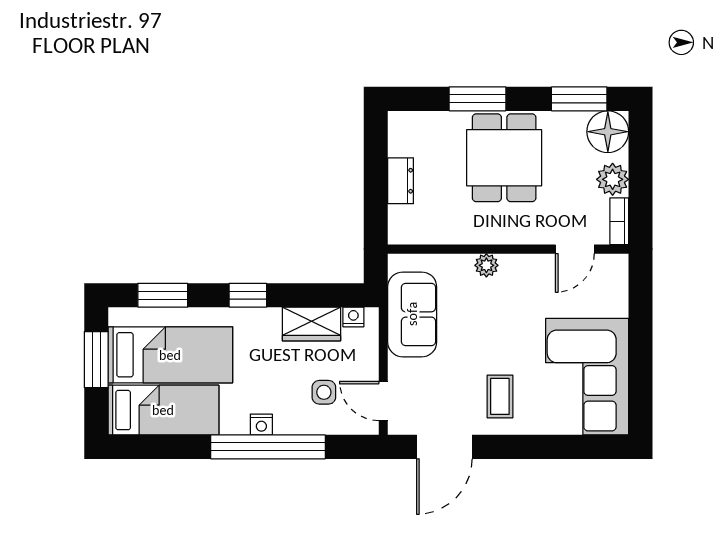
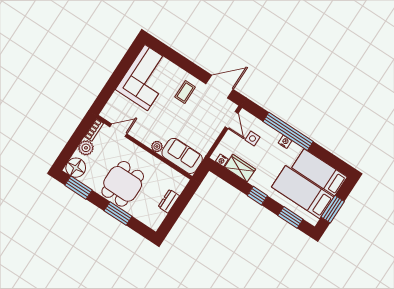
sofa: (412, 314) -> (182, 156), moved, turned 90

